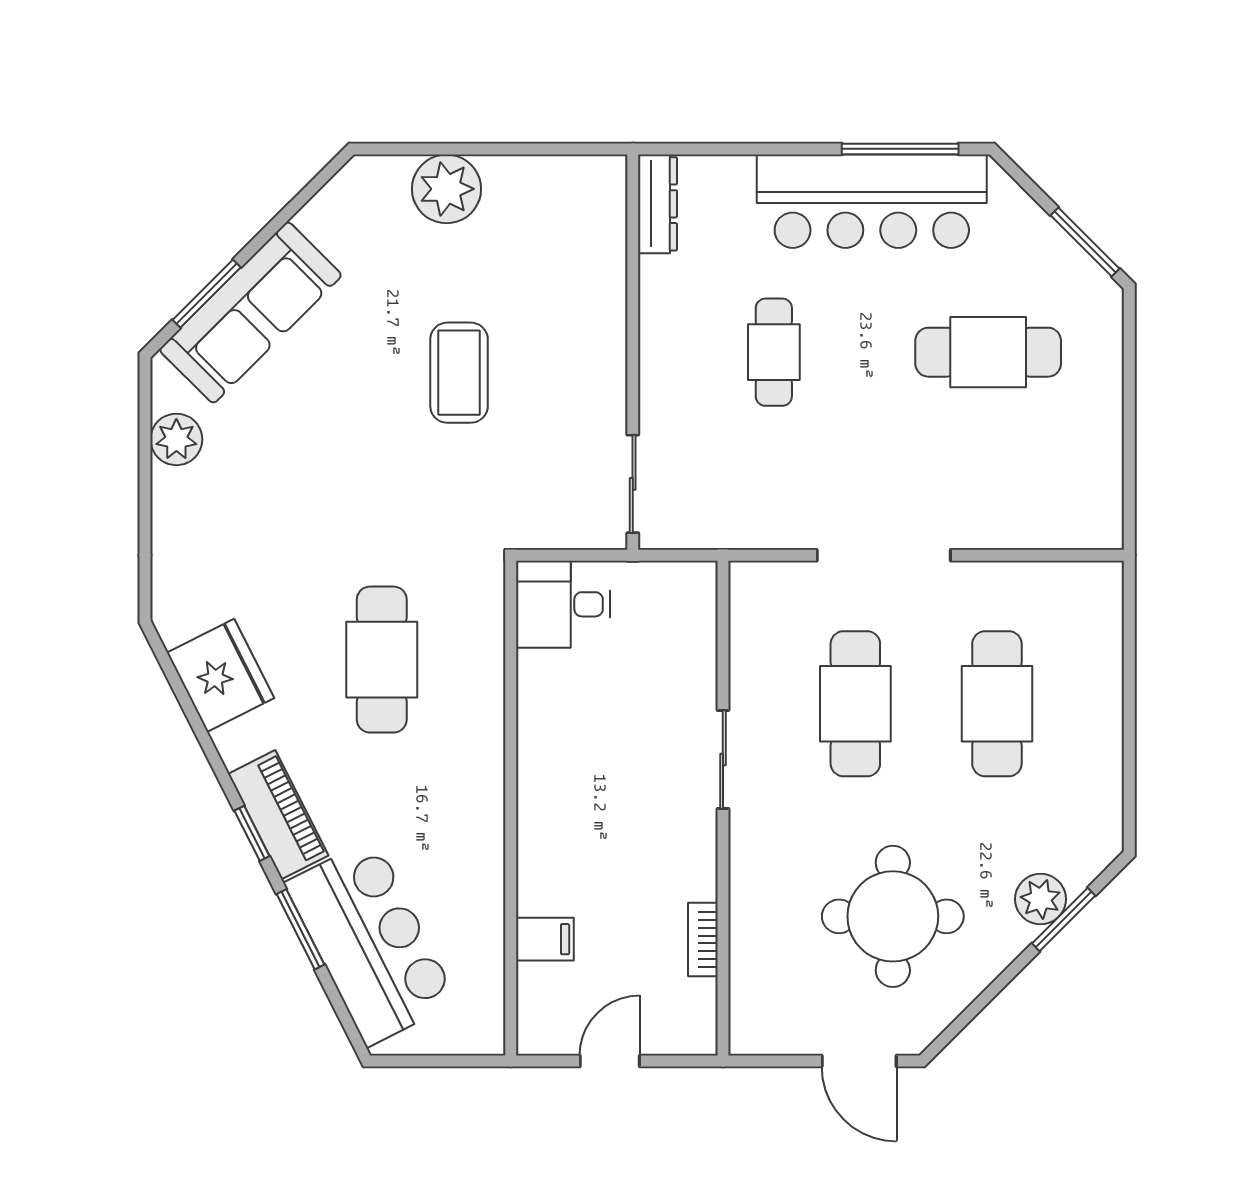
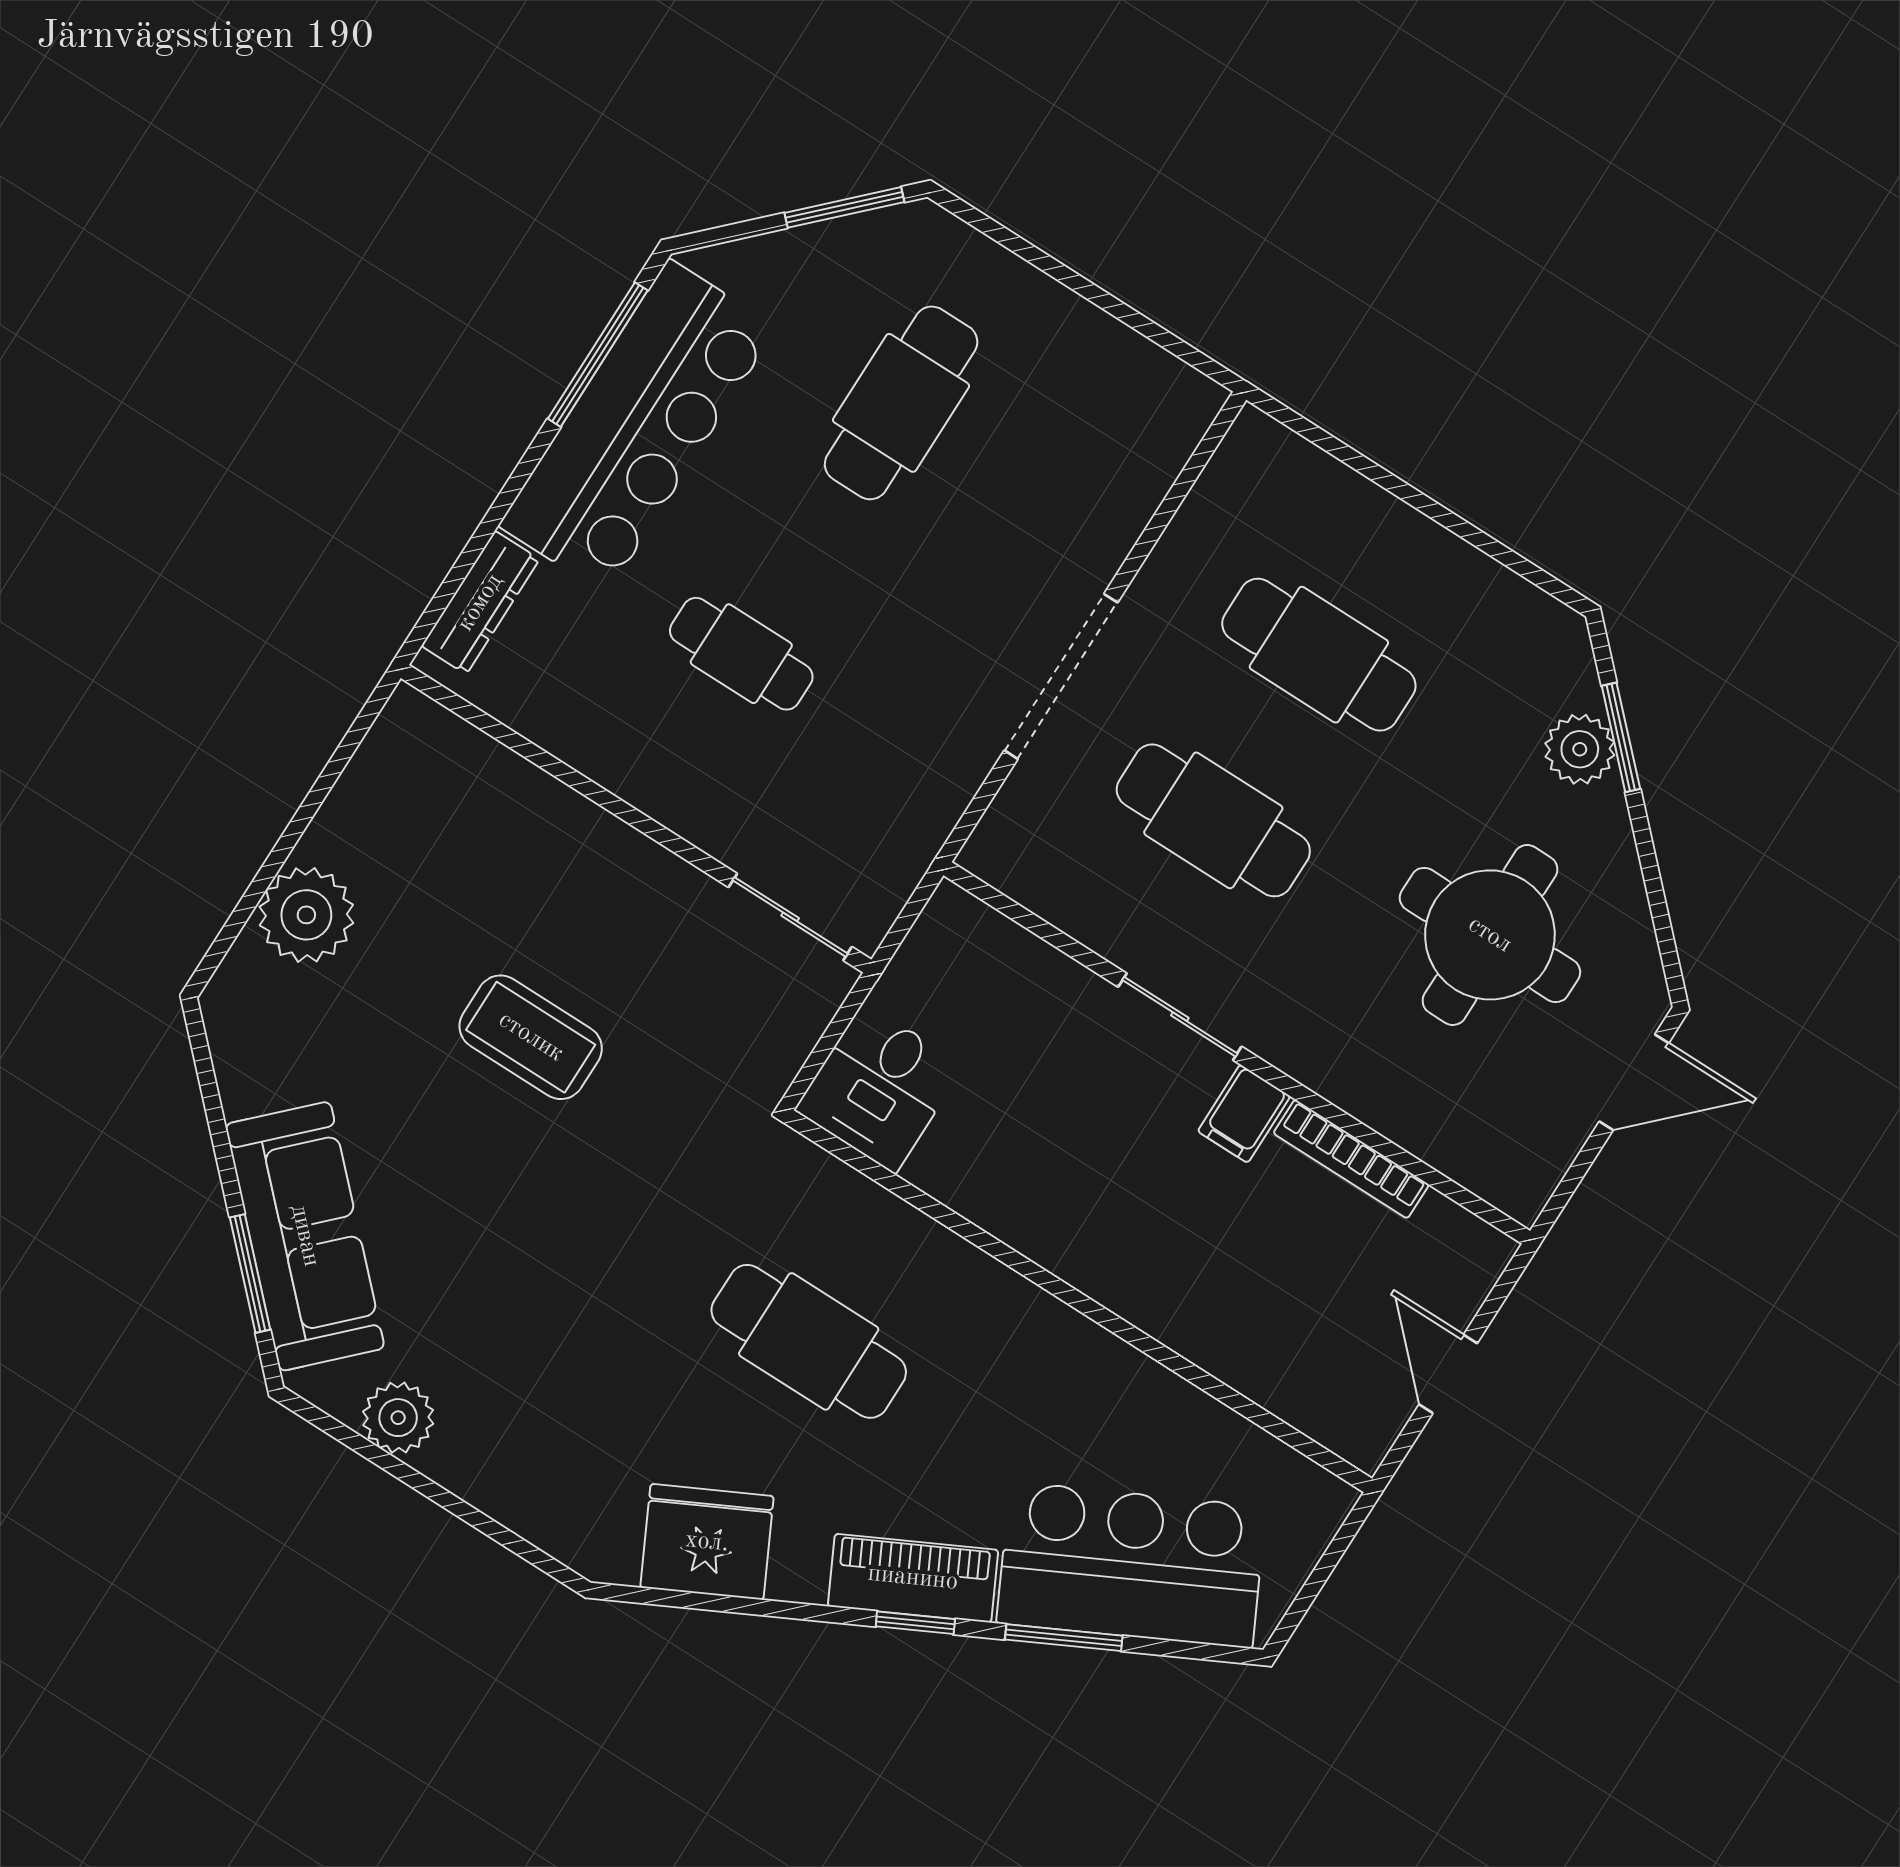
dresser: (657, 204) -> (480, 603), moved, turned 90
filing cabinet: (545, 939) -> (1244, 1114), moved, turned 180
bookcase: (703, 939) -> (1351, 1159), width x1.56

